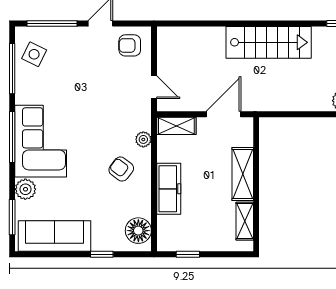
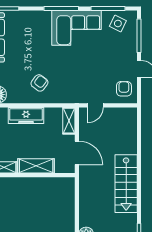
plant: (143, 139) -> (60, 98), removed
corner sofa: (41, 141) -> (76, 28), moved
plant: (25, 189) -> (26, 18), removed

